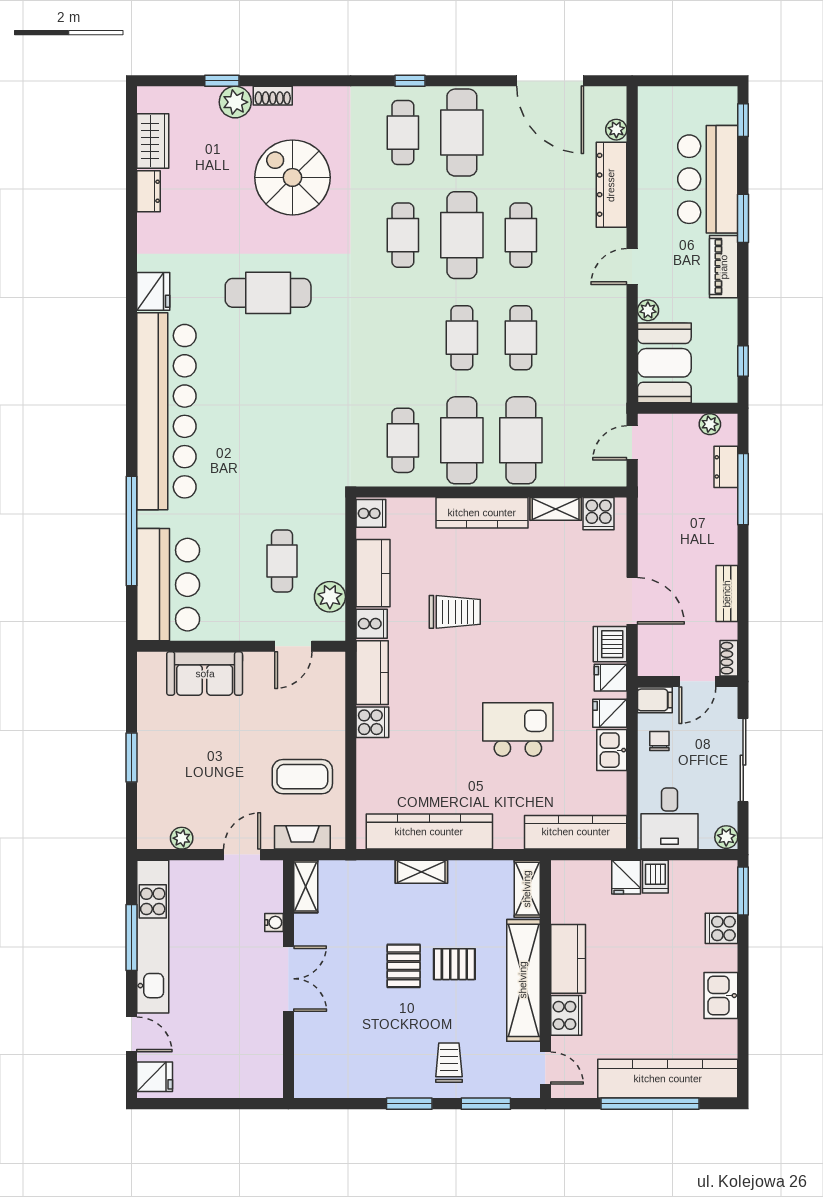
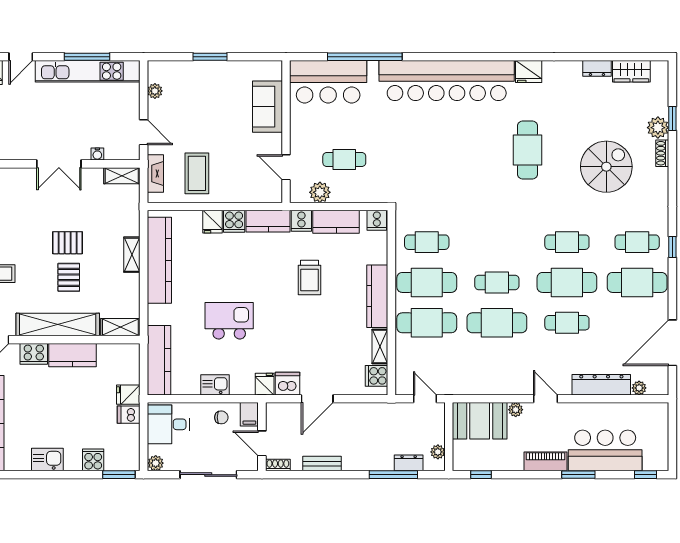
cafe table: (521, 338) -> (497, 323), width x1.37, depth x1.35
fridge: (610, 713) -> (212, 222), moved, turned 180
kitchen island: (518, 729) -> (229, 321), turned -90

